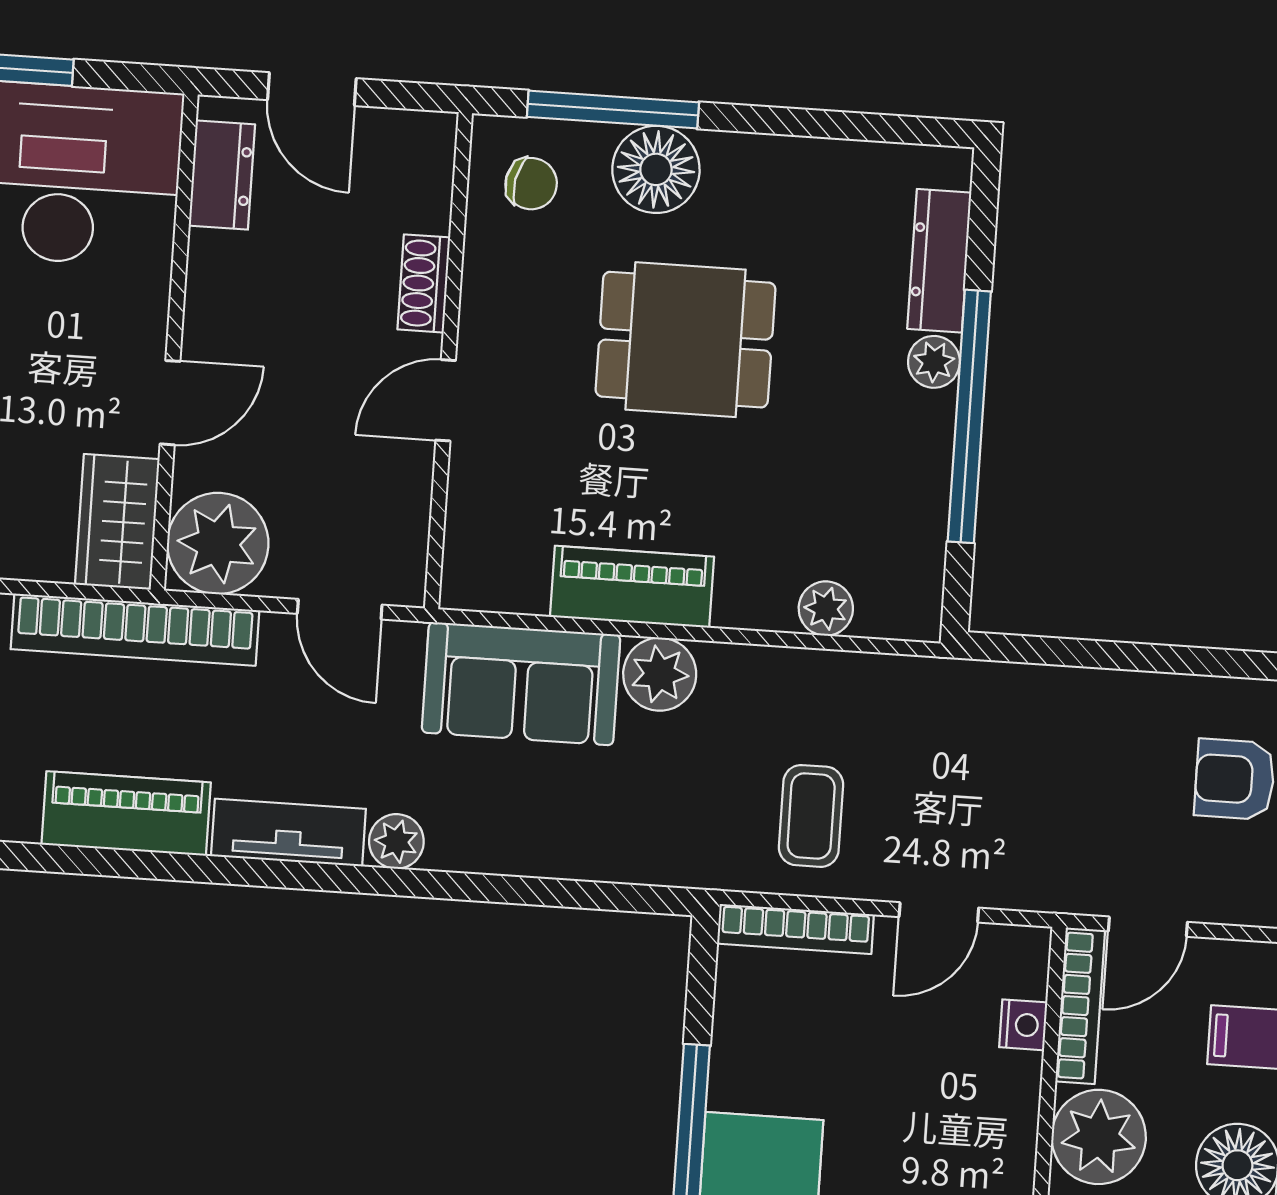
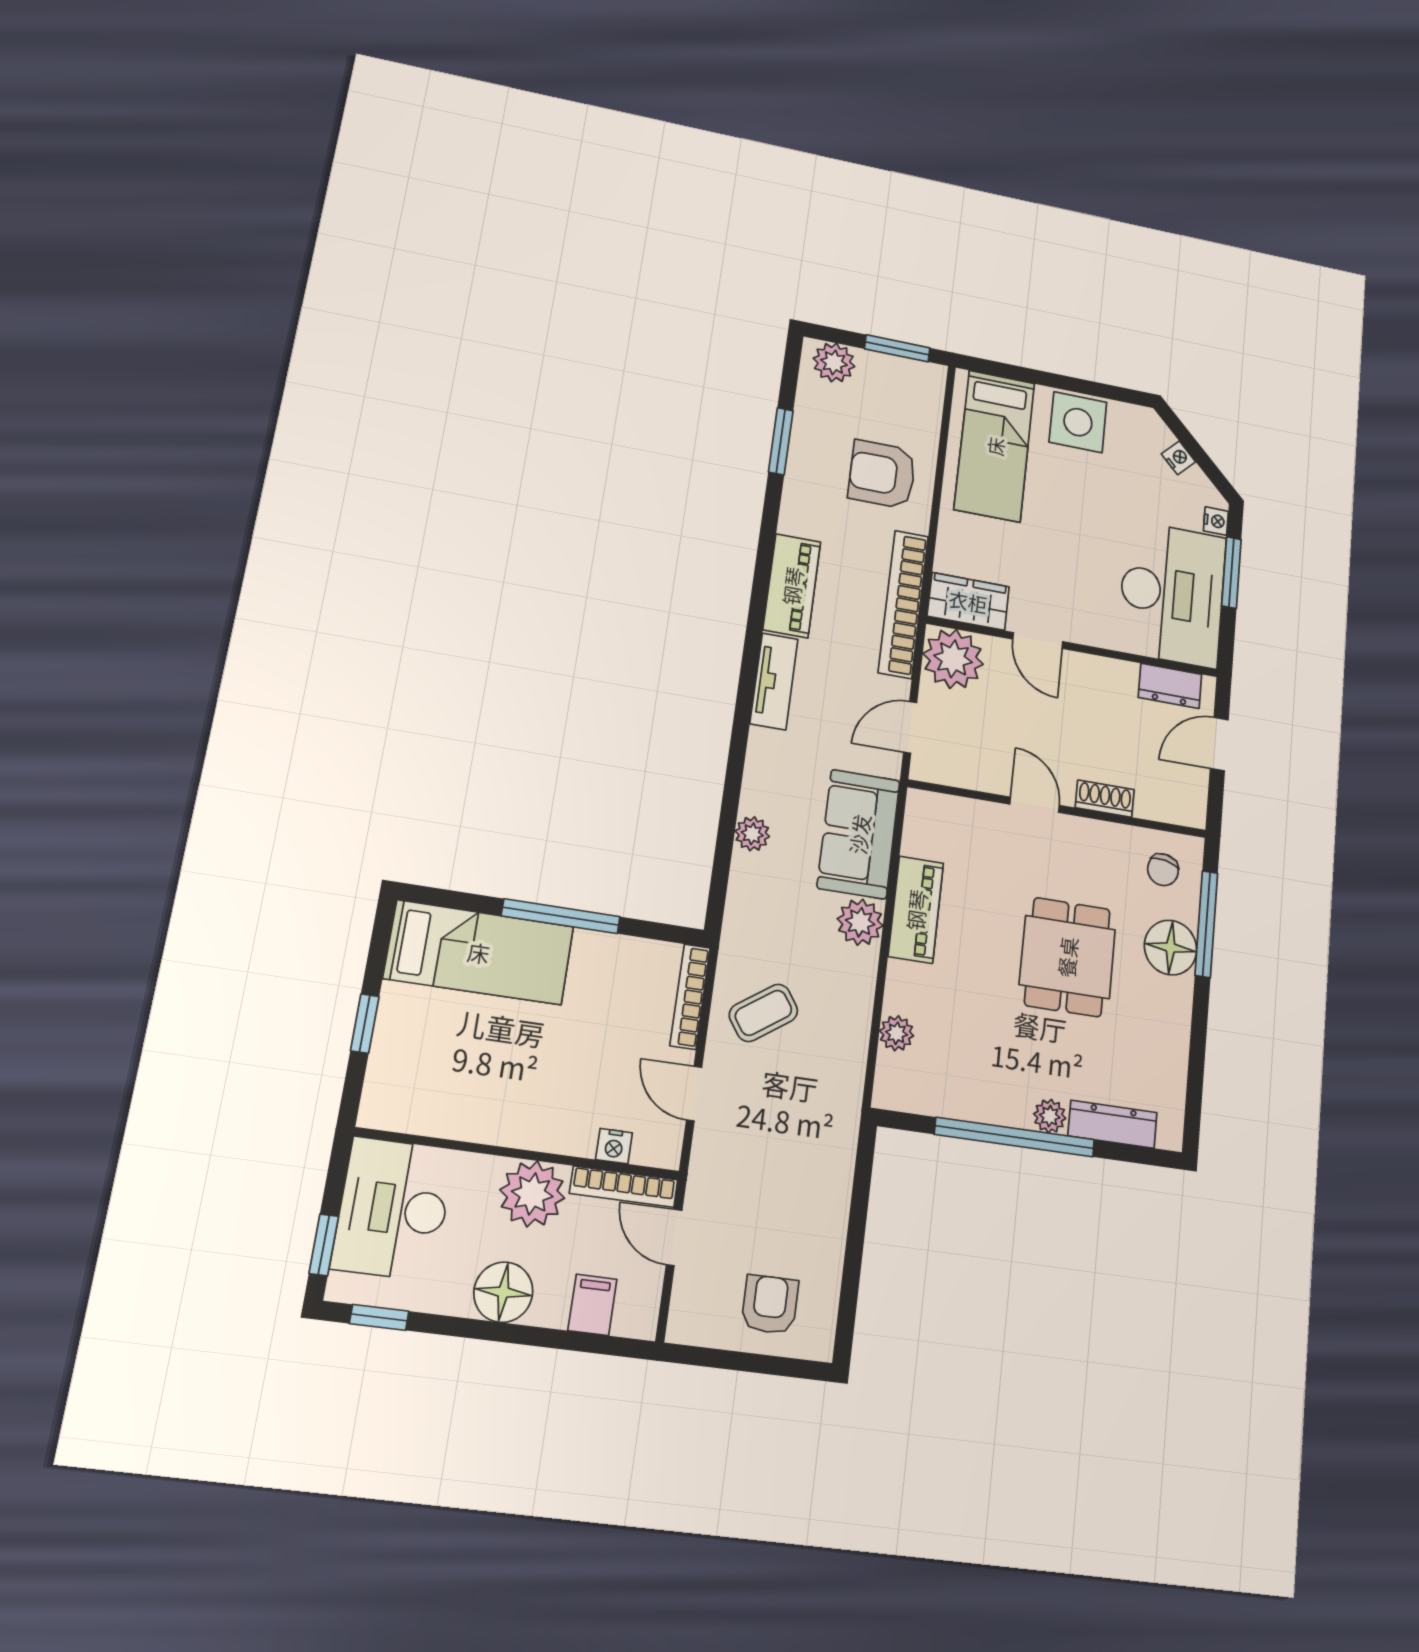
coffee table: (811, 816) -> (763, 1013), turned -35
plant: (396, 841) -> (752, 834), moved

